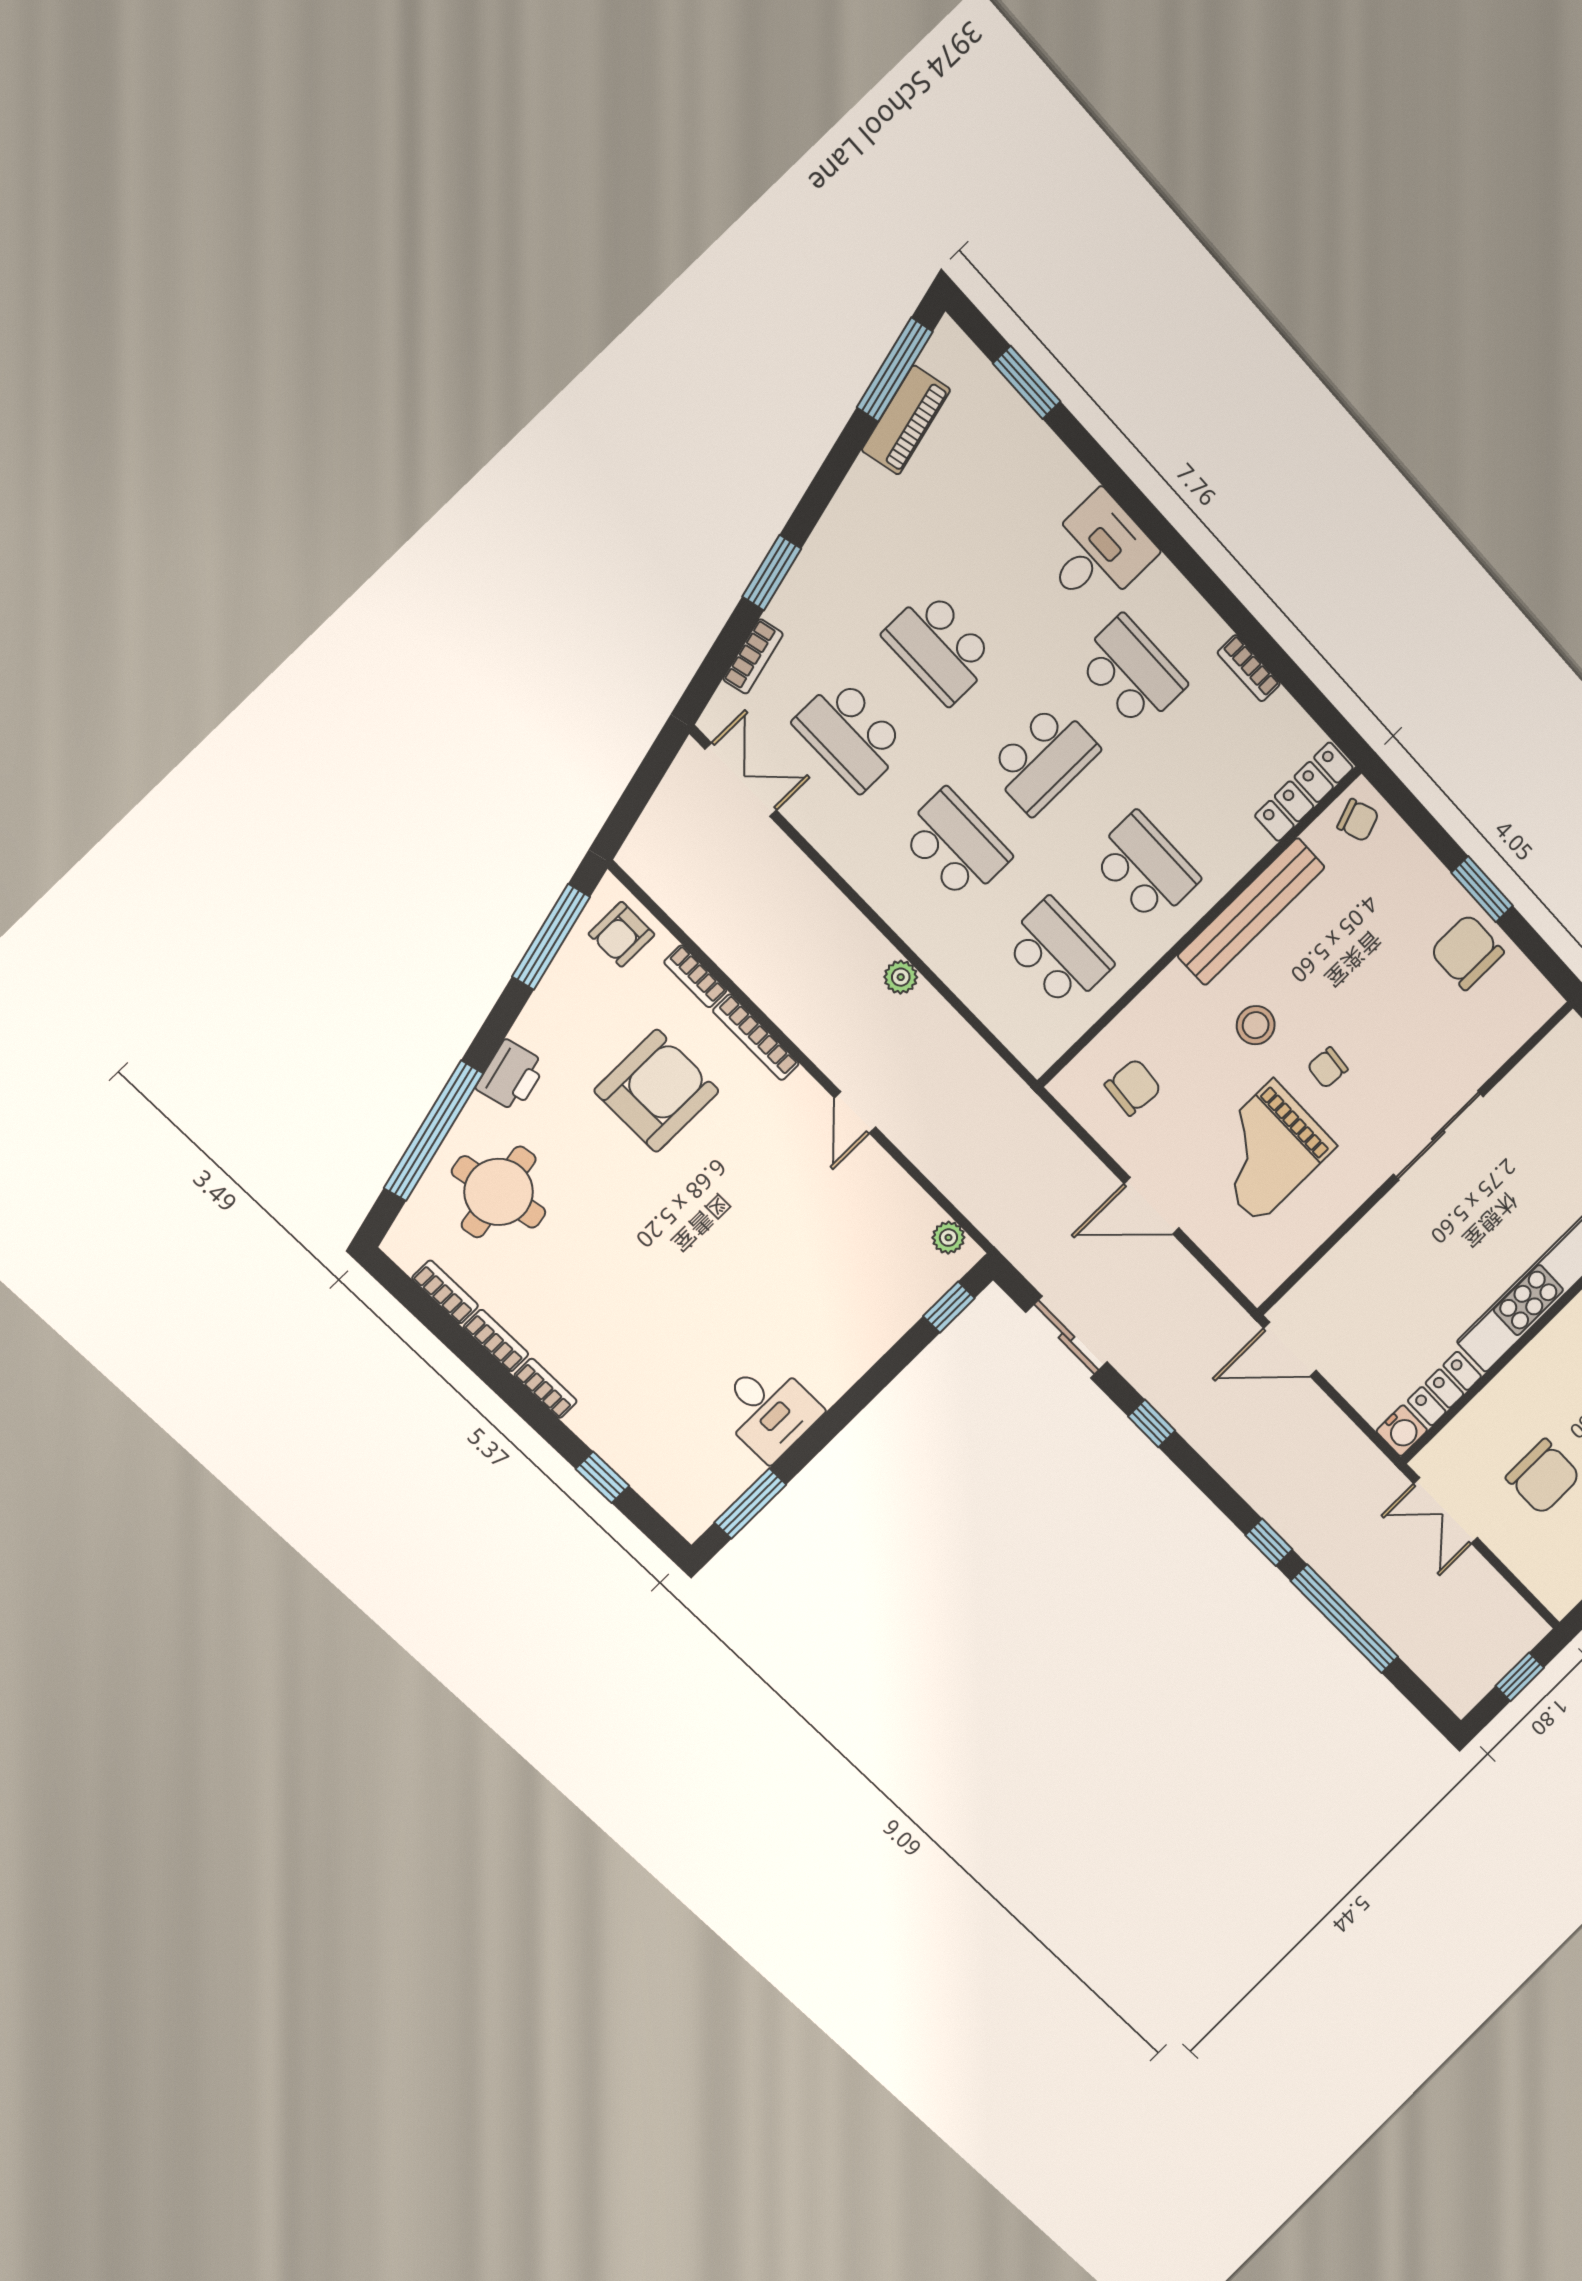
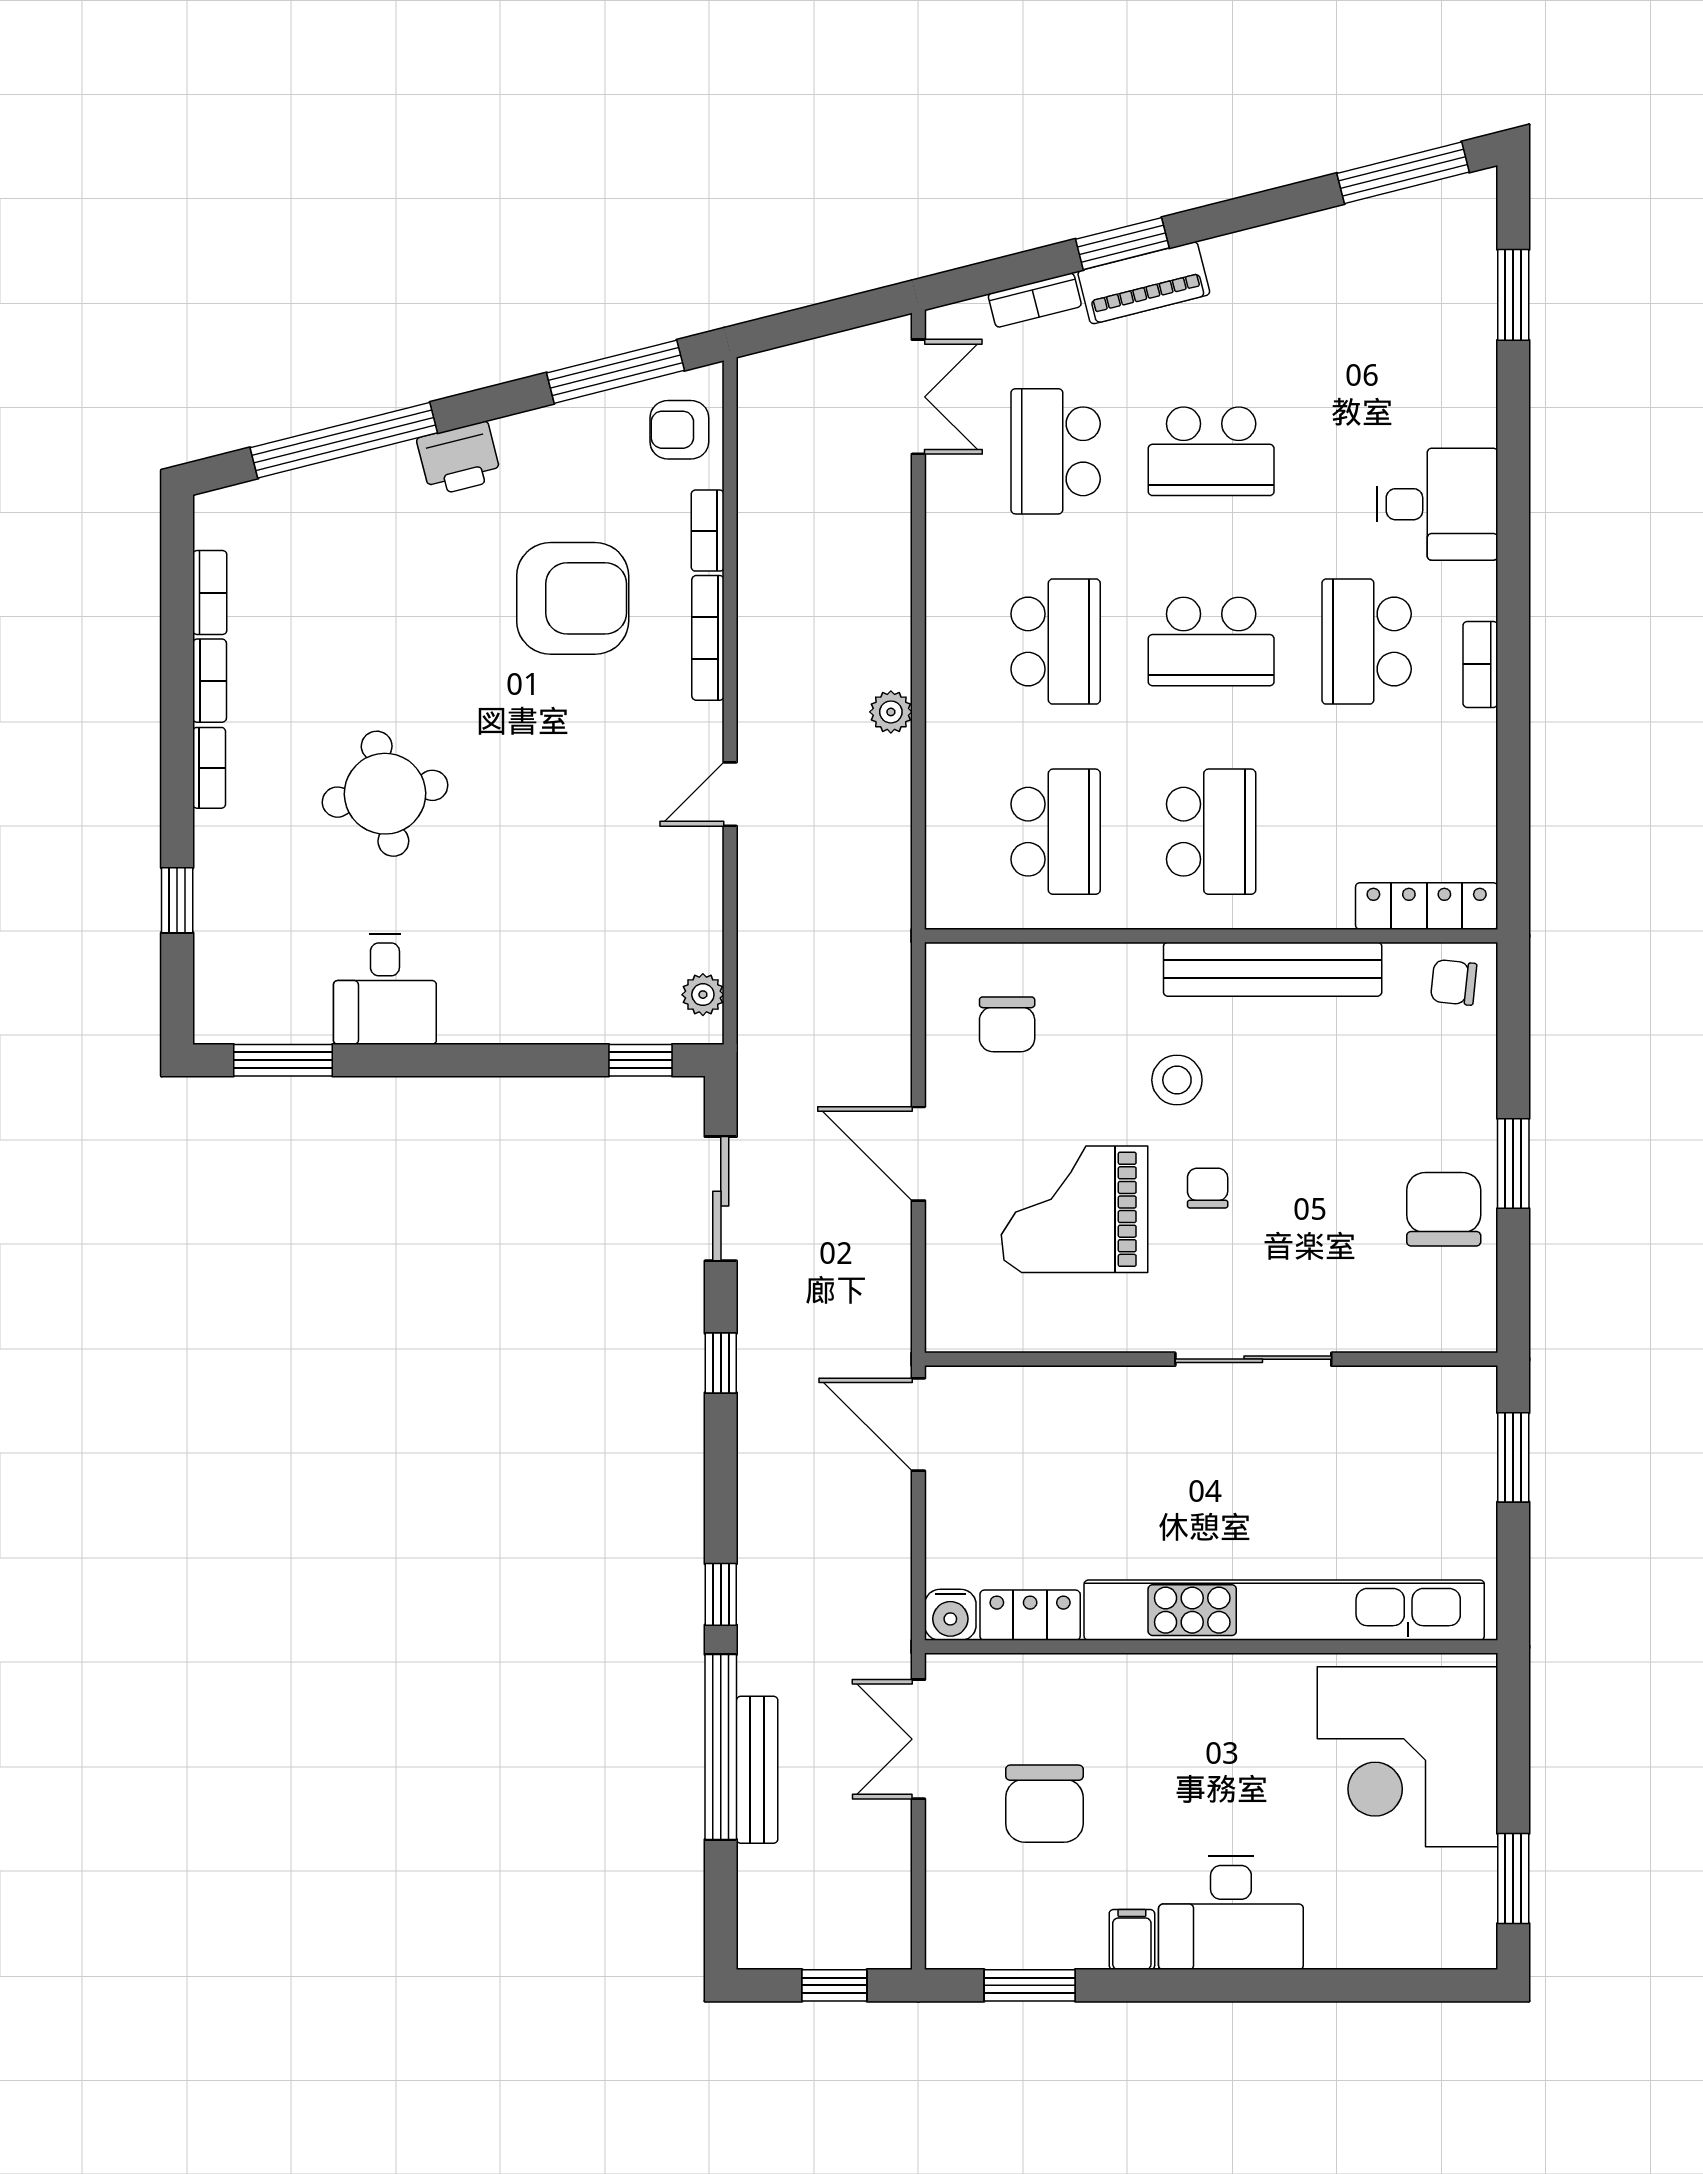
piano: (906, 420) -> (1144, 283), moved
school desk: (939, 647) -> (1211, 451), turned -90
bookcase: (1249, 668) -> (1480, 664), moved
school desk: (1131, 672) -> (1367, 642), turned 180
chair: (1358, 820) -> (1454, 982), turned 116
chair: (1328, 1068) -> (1208, 1188), turned 85
chair: (1133, 1087) -> (1007, 1024), turned 85
round table: (499, 1192) -> (385, 794), moved
bench: (1375, 1611) -> (757, 1770), added

